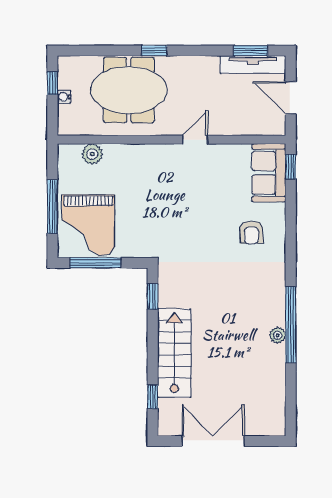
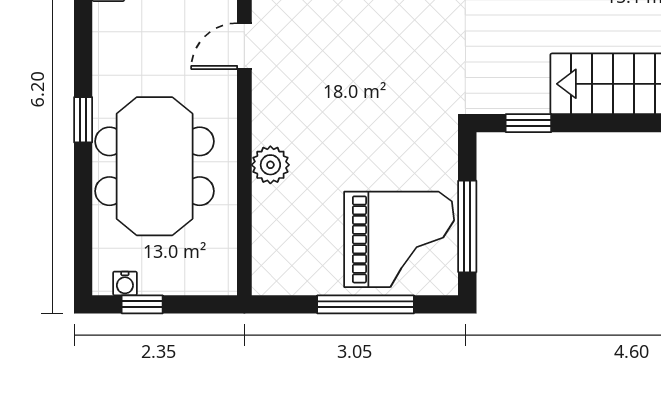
water cooler: (64, 97) -> (125, 283), moved
door: (195, 140) -> (244, 46), hinge flipped
plant: (92, 154) -> (270, 165), moved

